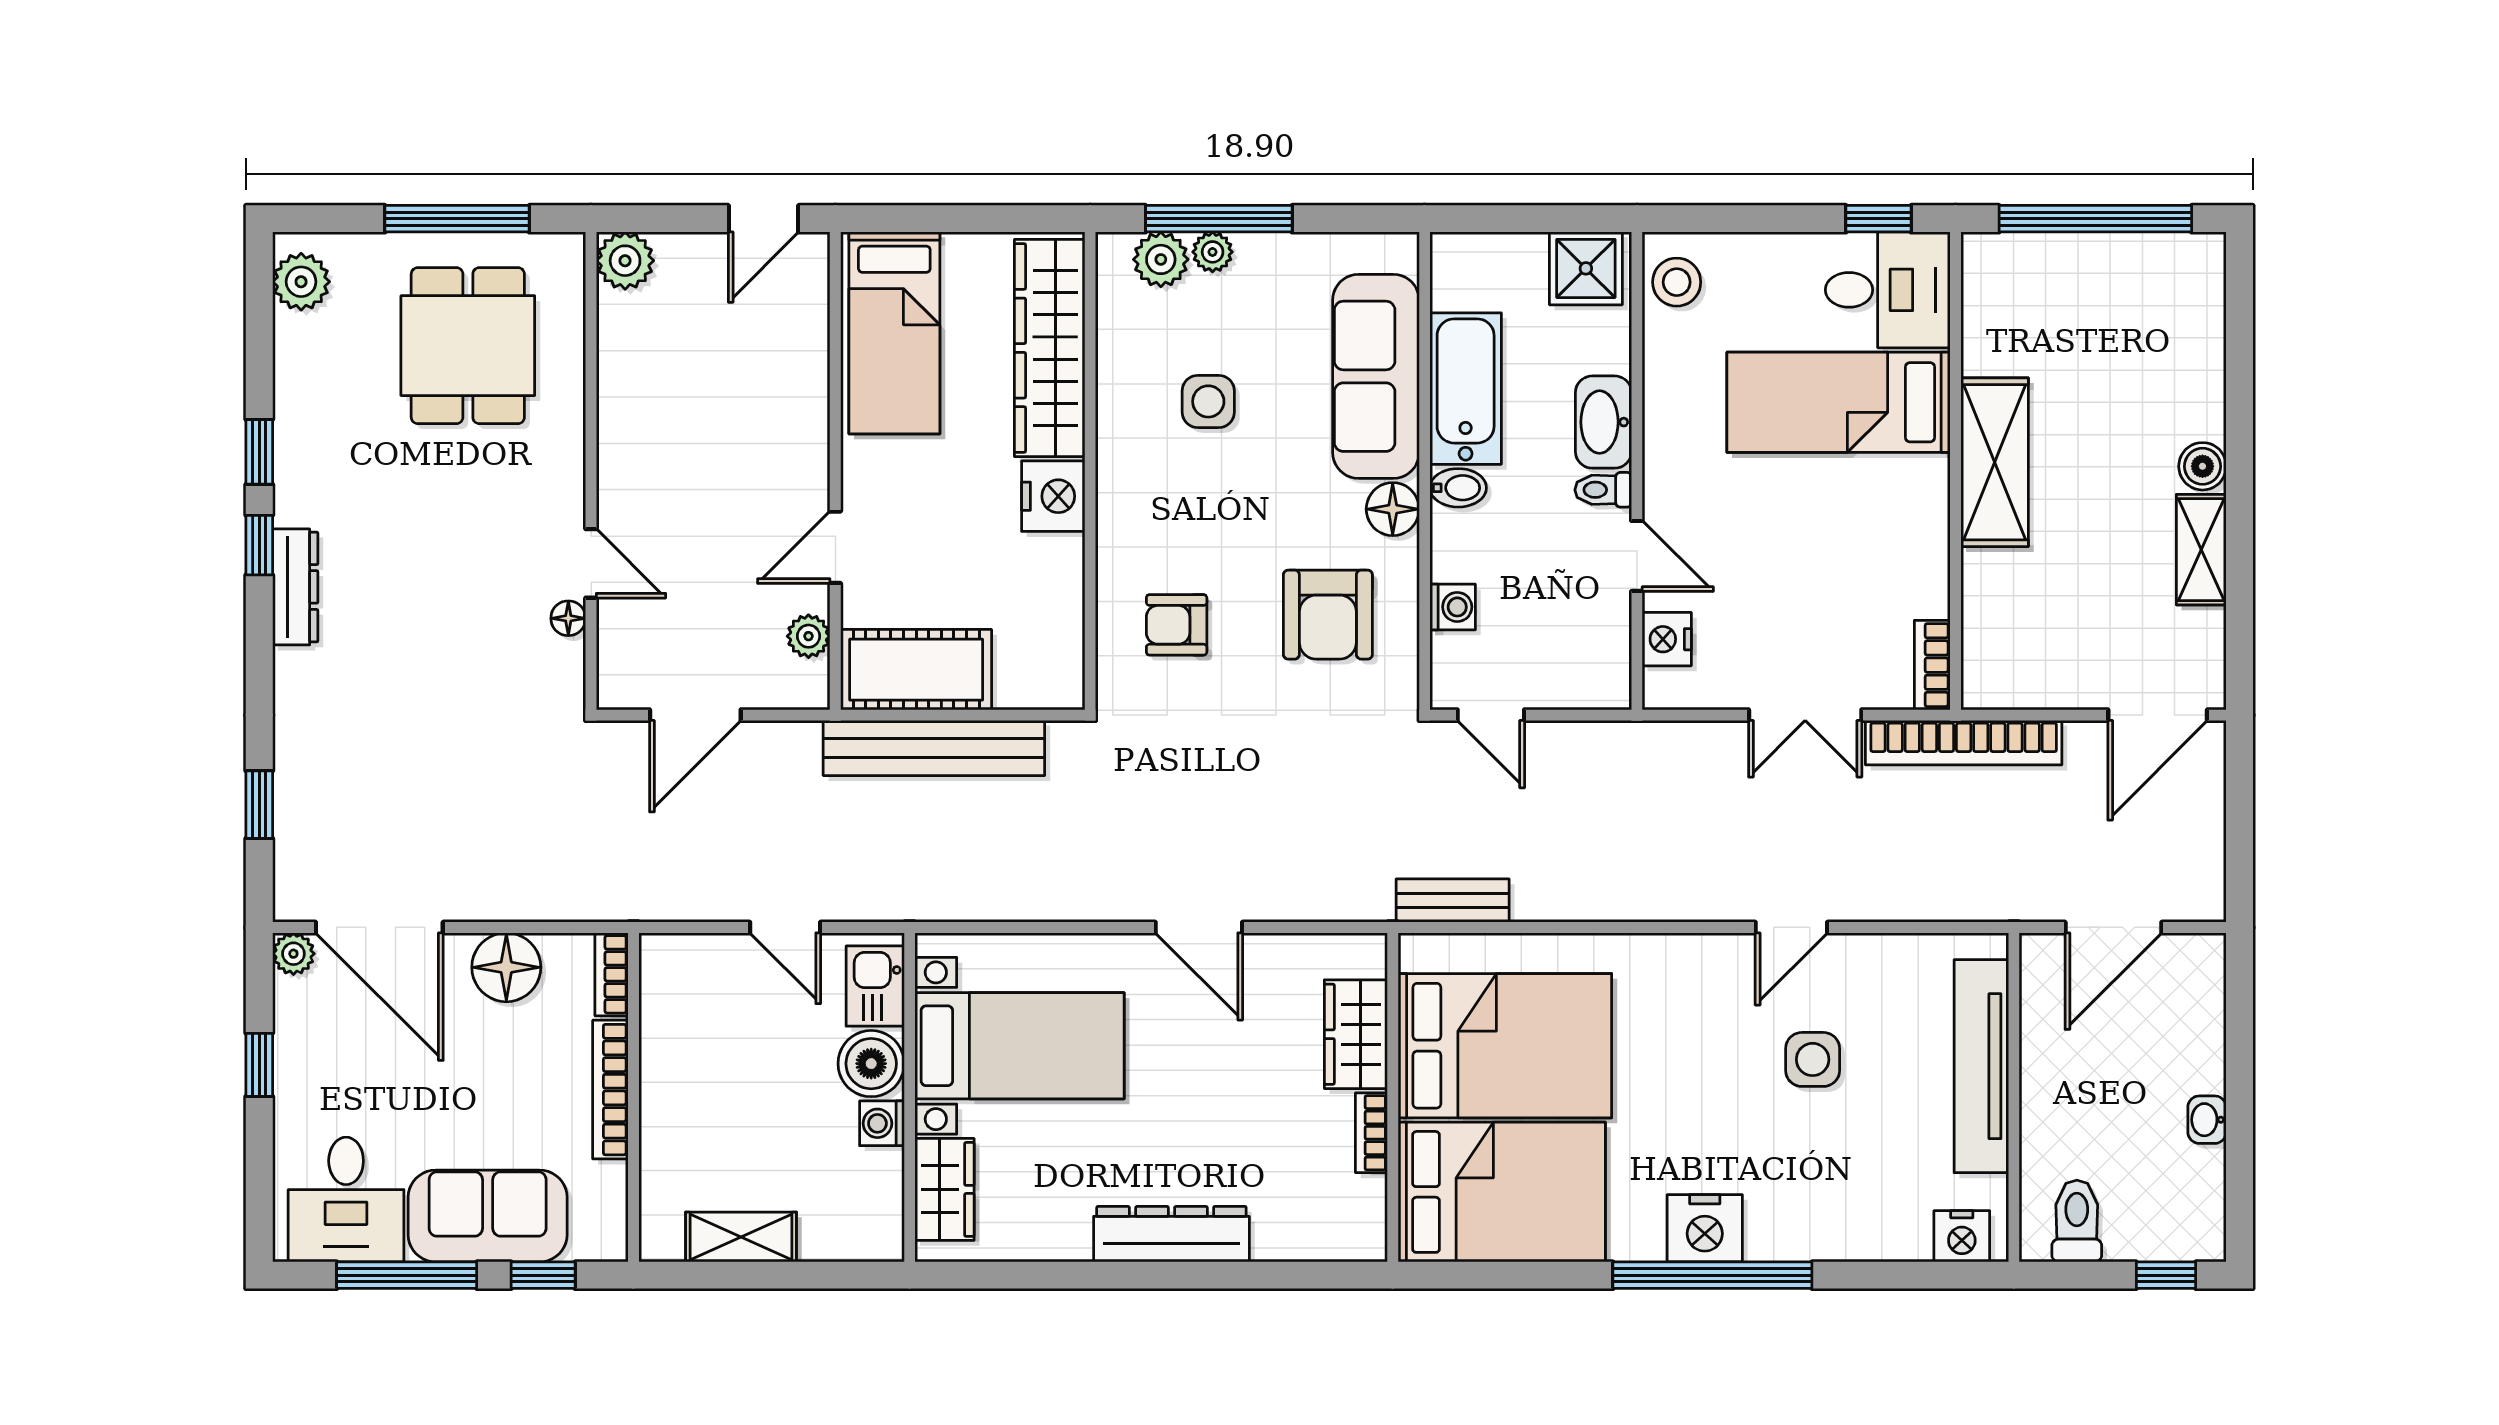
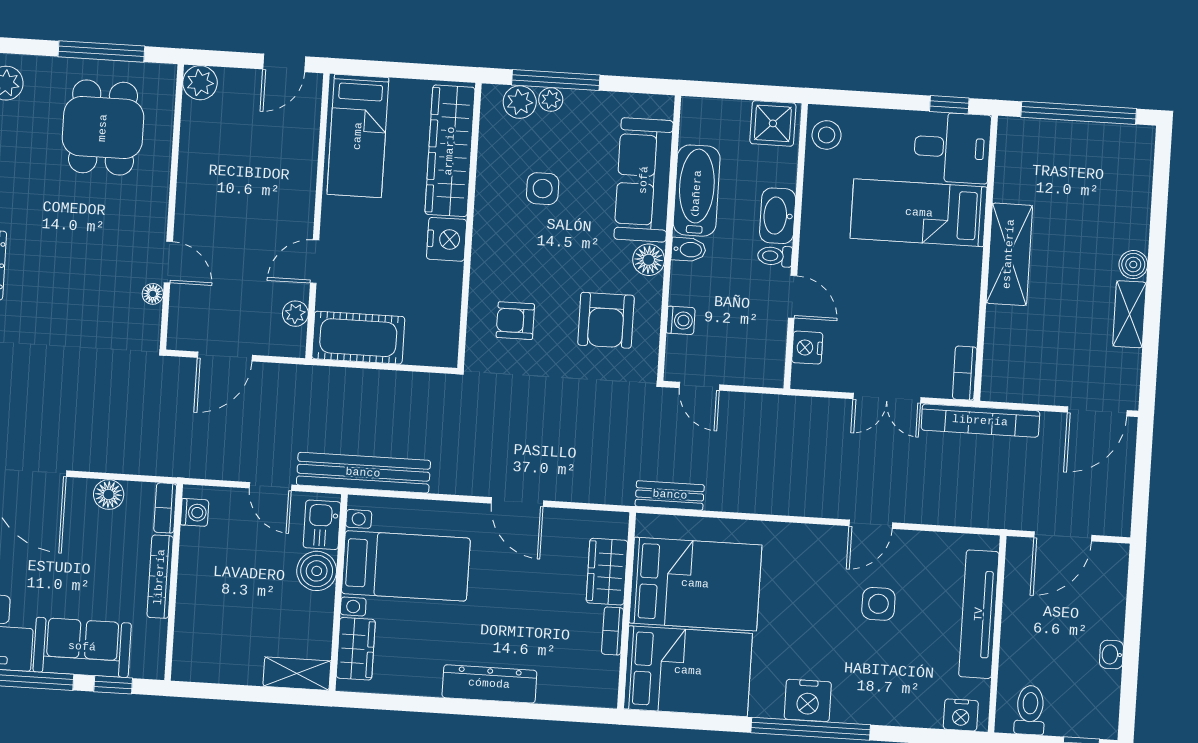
bench: (934, 748) -> (363, 473), moved
floor lamp: (506, 967) -> (109, 495), width x0.73, depth x0.73
washing machine: (882, 1123) -> (195, 512), moved, turned 180
shelving: (741, 1237) -> (297, 674), moved

